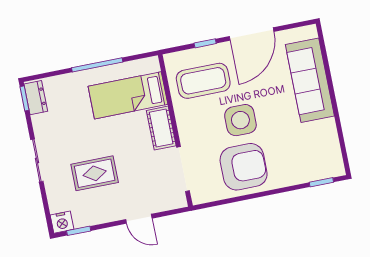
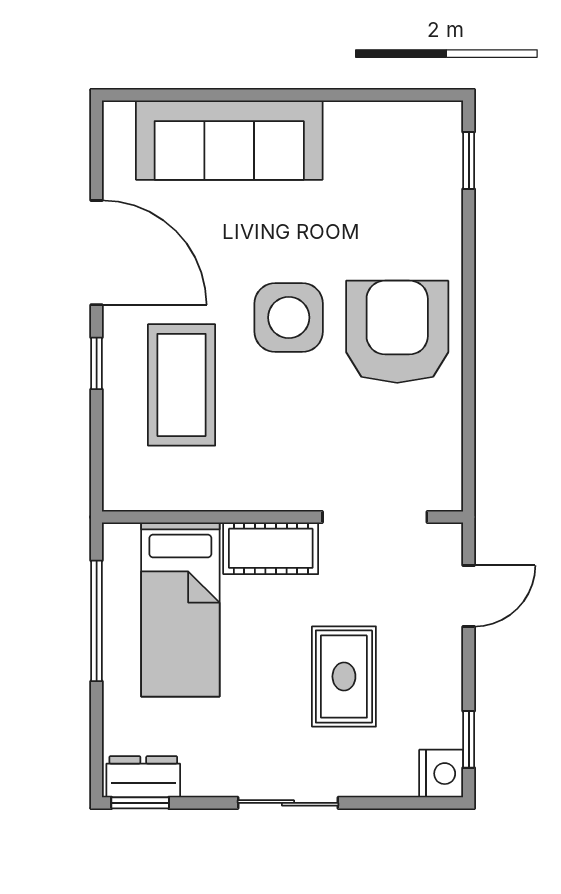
bed: (128, 95) -> (180, 610), moved
cot: (161, 128) -> (271, 548), moved
wall: (175, 130) -> (283, 517), moved
doorway: (183, 169) -> (375, 517), moved

